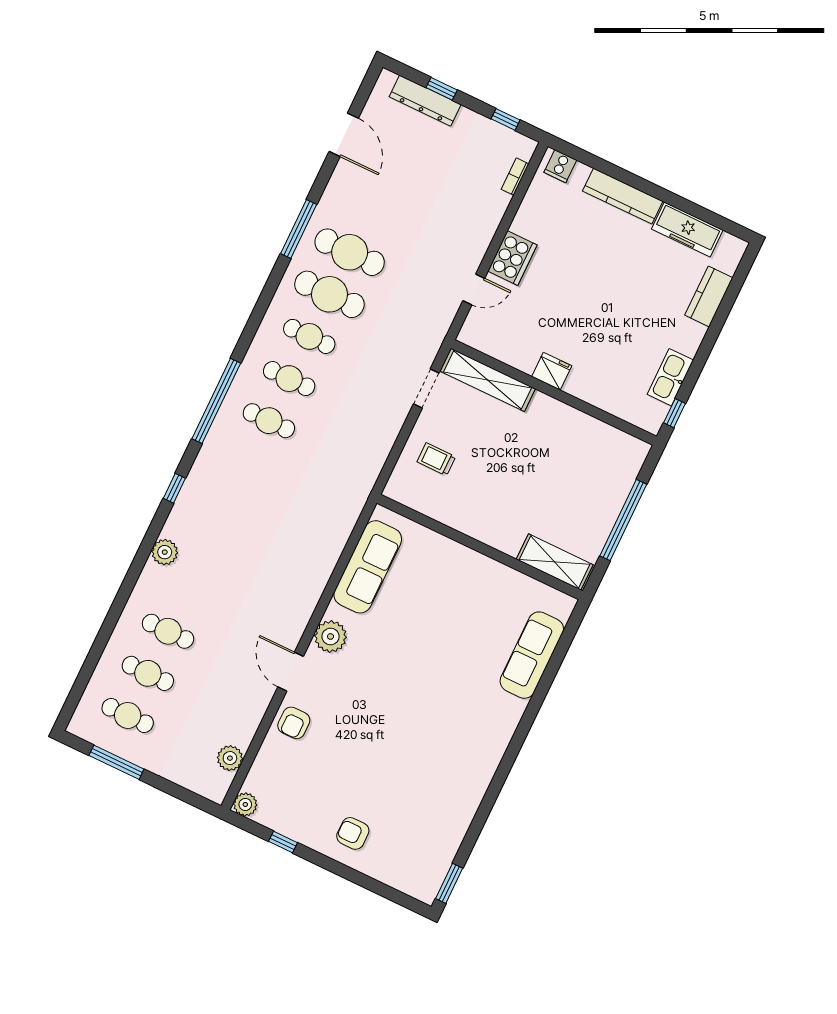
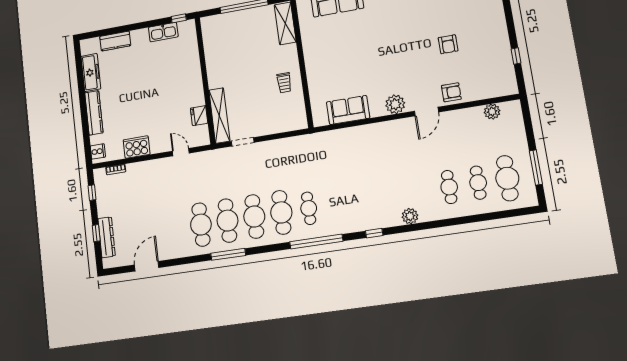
window: (299, 229) -> (228, 254), moved
cooker: (512, 258) -> (137, 147), moved
cafe table: (309, 336) -> (254, 217), width x1.37, depth x1.35
fridge: (552, 371) -> (199, 116), moved
cafe table: (289, 379) -> (281, 212), width x1.37, depth x1.35
trolley: (436, 459) -> (284, 83), moved
sofa: (368, 567) -> (348, 110), width x0.73
cafe table: (128, 715) -> (507, 178), width x1.37, depth x1.35
plant: (245, 804) -> (510, 88), removed
armchair: (353, 833) -> (448, 44), moved

